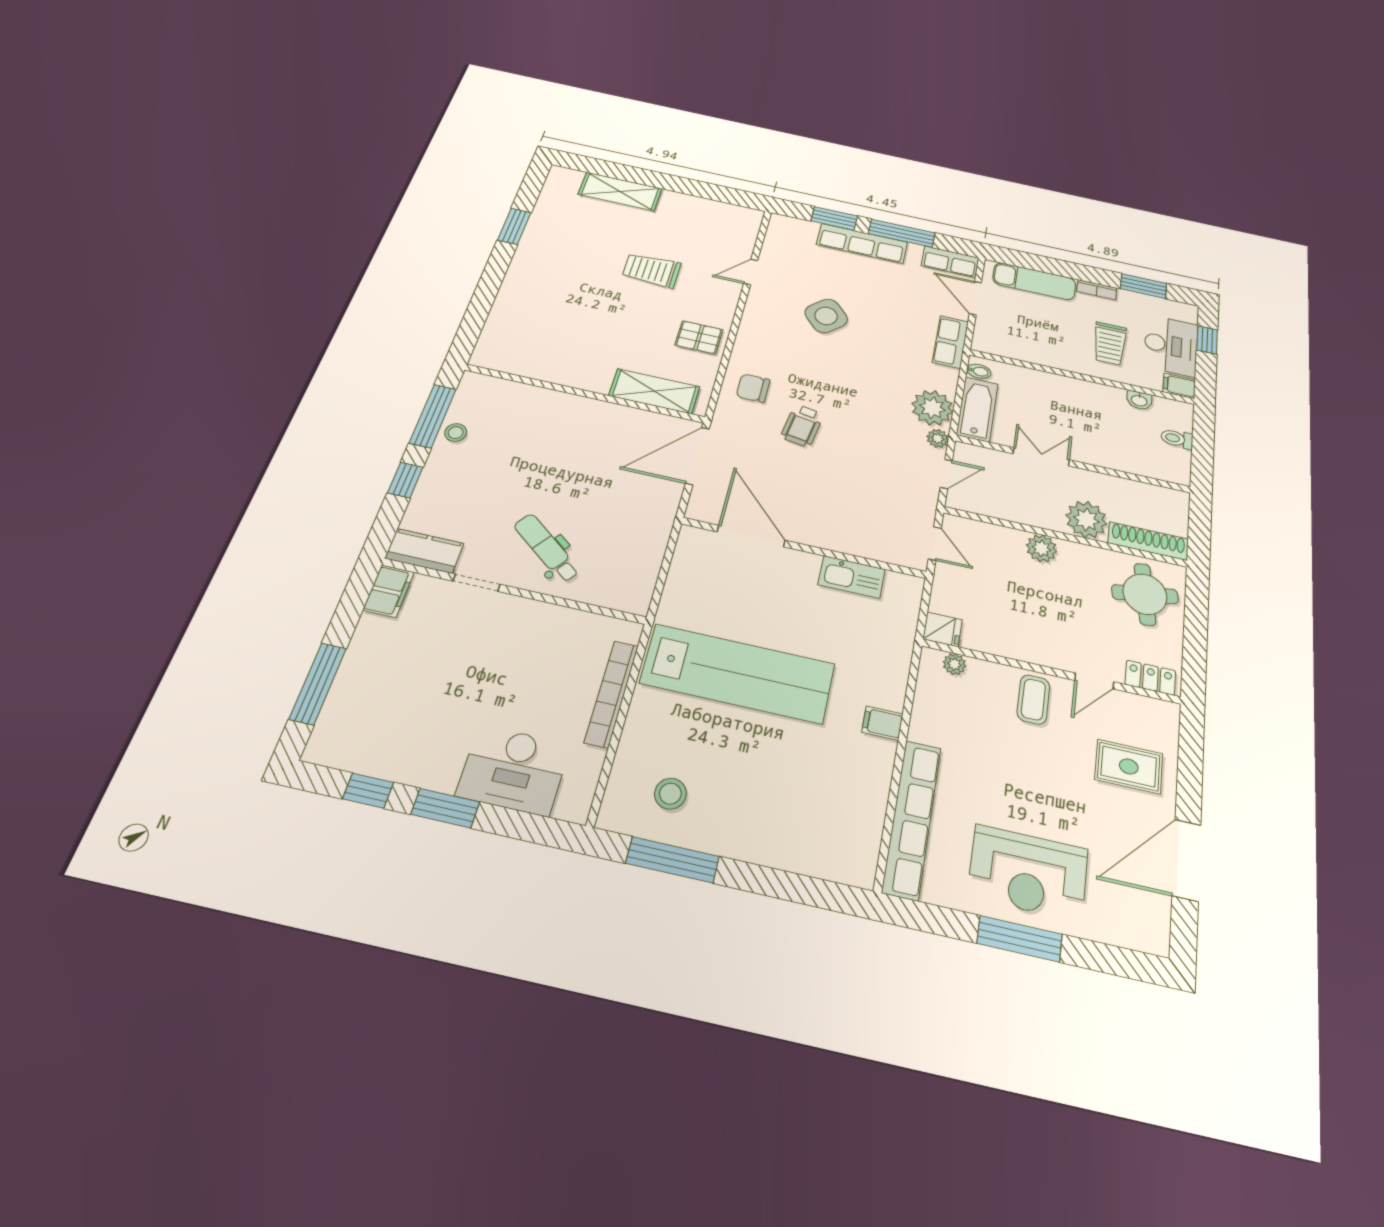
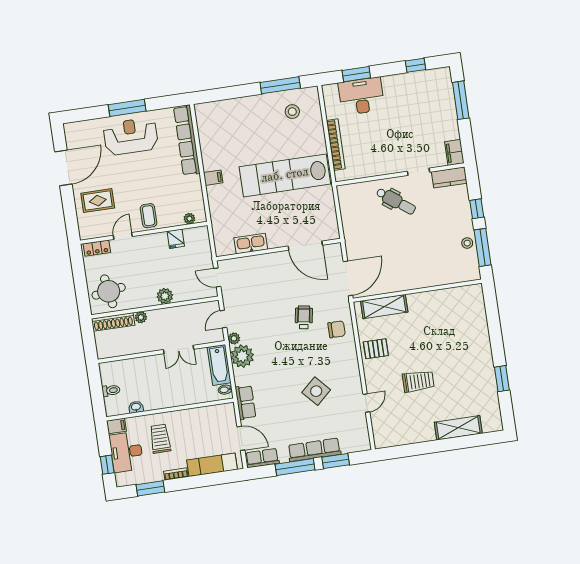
plant: (1086, 519) -> (141, 317), width x0.53, depth x0.53
fridge: (942, 629) -> (176, 239), moved, turned -90
window: (445, 808) -> (356, 74), moved

